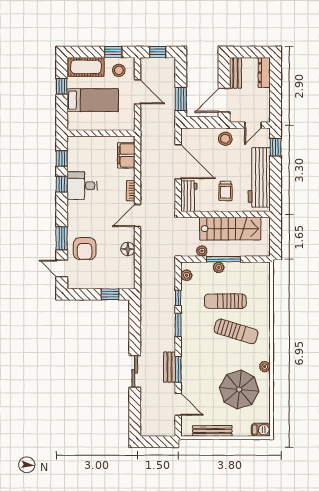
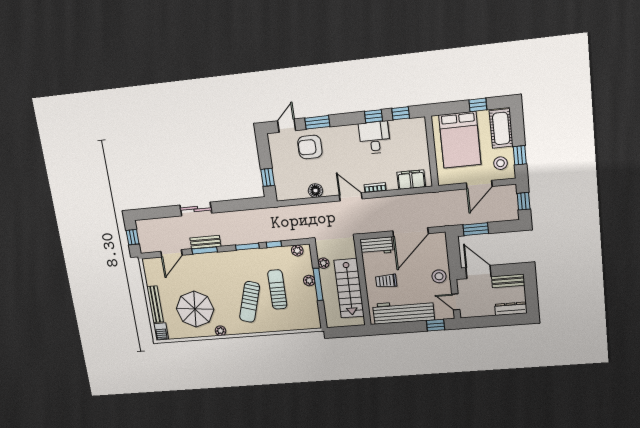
bed: (93, 100) -> (460, 140), width x1.50
bench: (212, 431) -> (155, 304), moved
window: (158, 442) -> (133, 237), added

